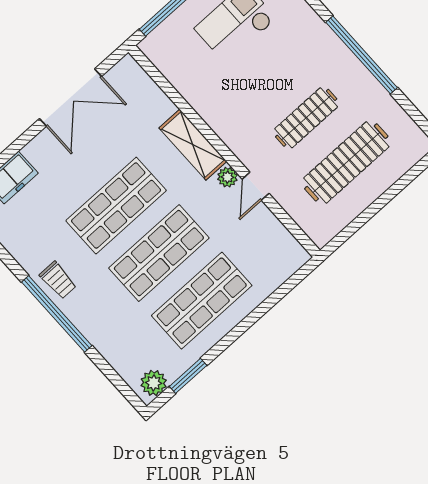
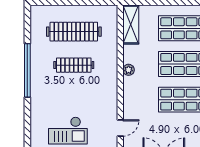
shelving: (193, 145) -> (131, 24), moved
door: (256, 186) -> (120, 128), moved

